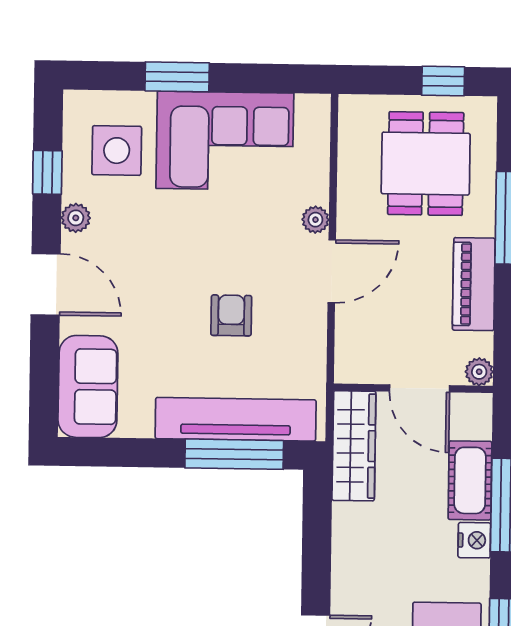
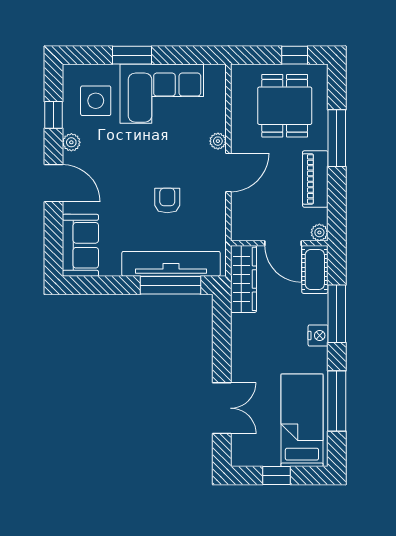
cot: (470, 480) -> (315, 269), moved

